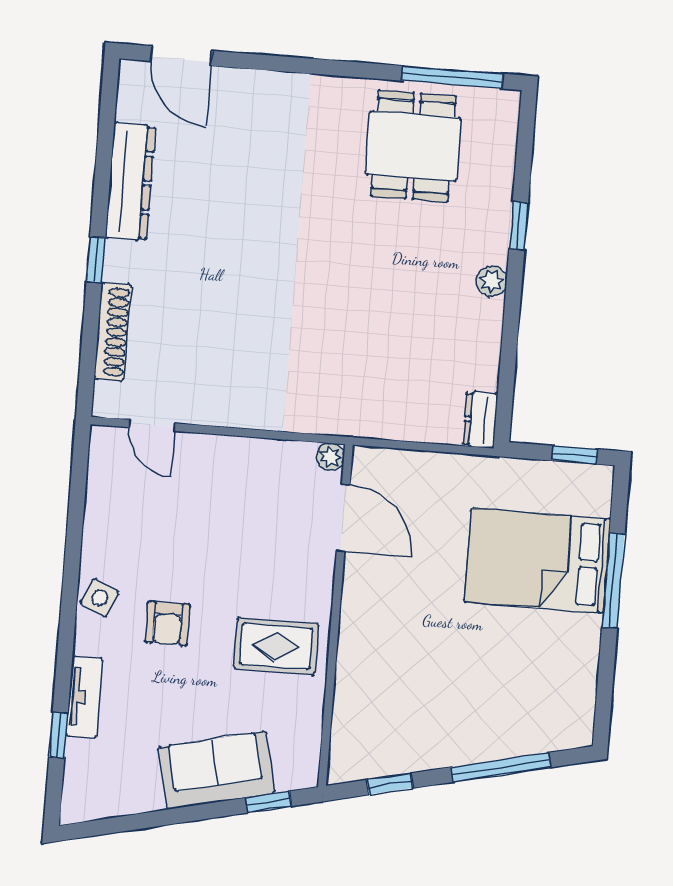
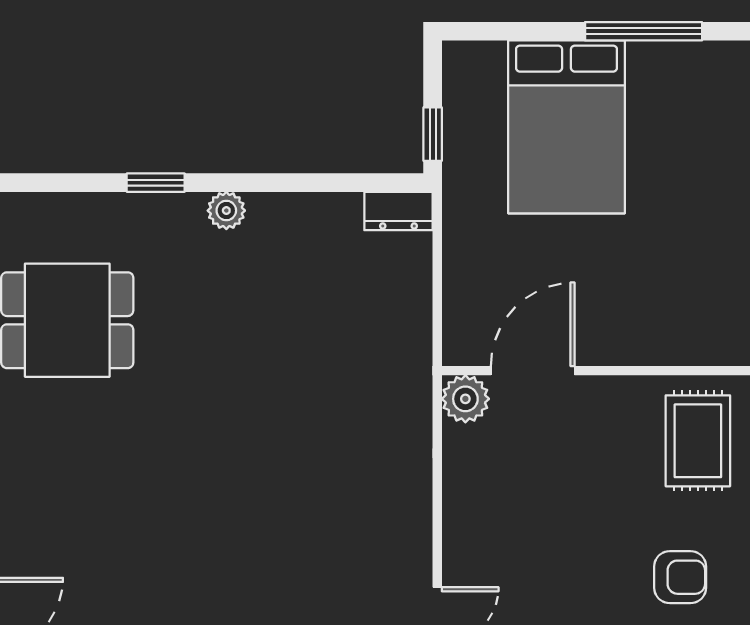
window: (575, 455) -> (433, 134), moved
plant: (330, 457) -> (465, 399), width x1.38, depth x1.38
window: (613, 581) -> (644, 31), moved

